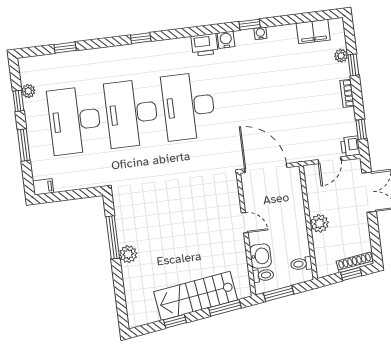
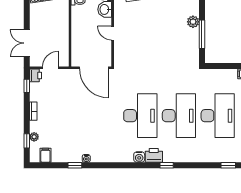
window: (250, 25) -> (75, 165), moved
filing cabinet: (313, 32) -> (45, 155), width x0.50
water cooler: (226, 40) -> (139, 157), moved
printer: (205, 45) -> (154, 155), moved
window: (65, 48) -> (228, 165), moved
window: (353, 65) -> (27, 141), moved
plant: (319, 223) -> (63, 26), removed

